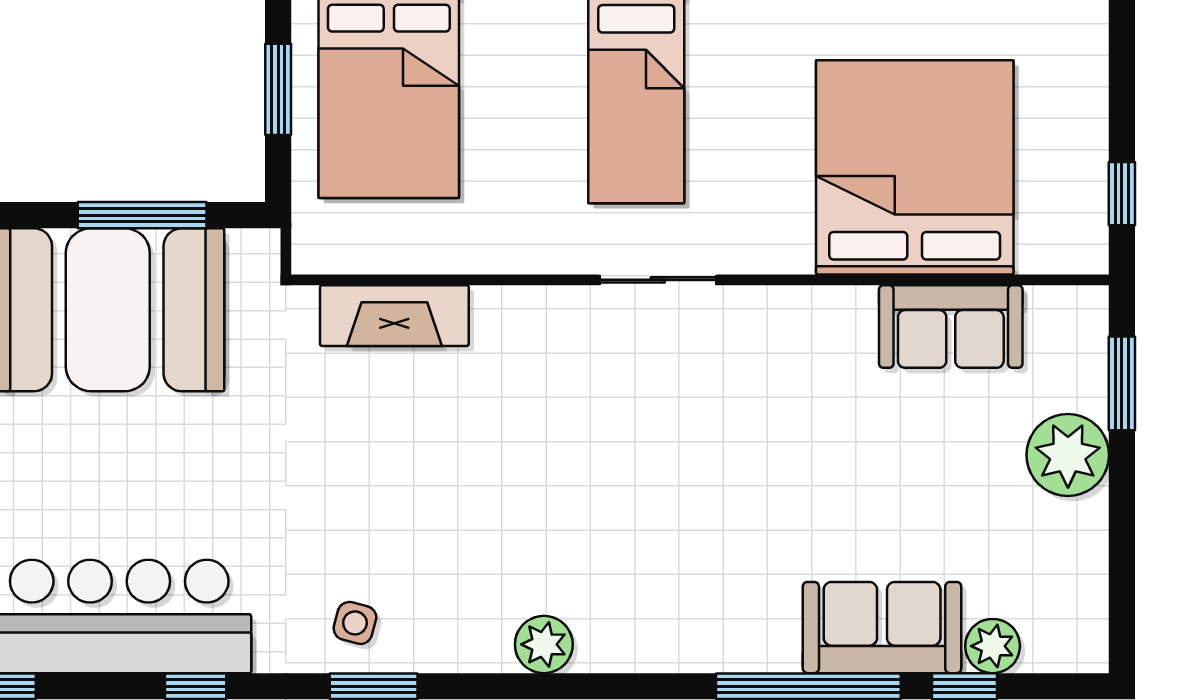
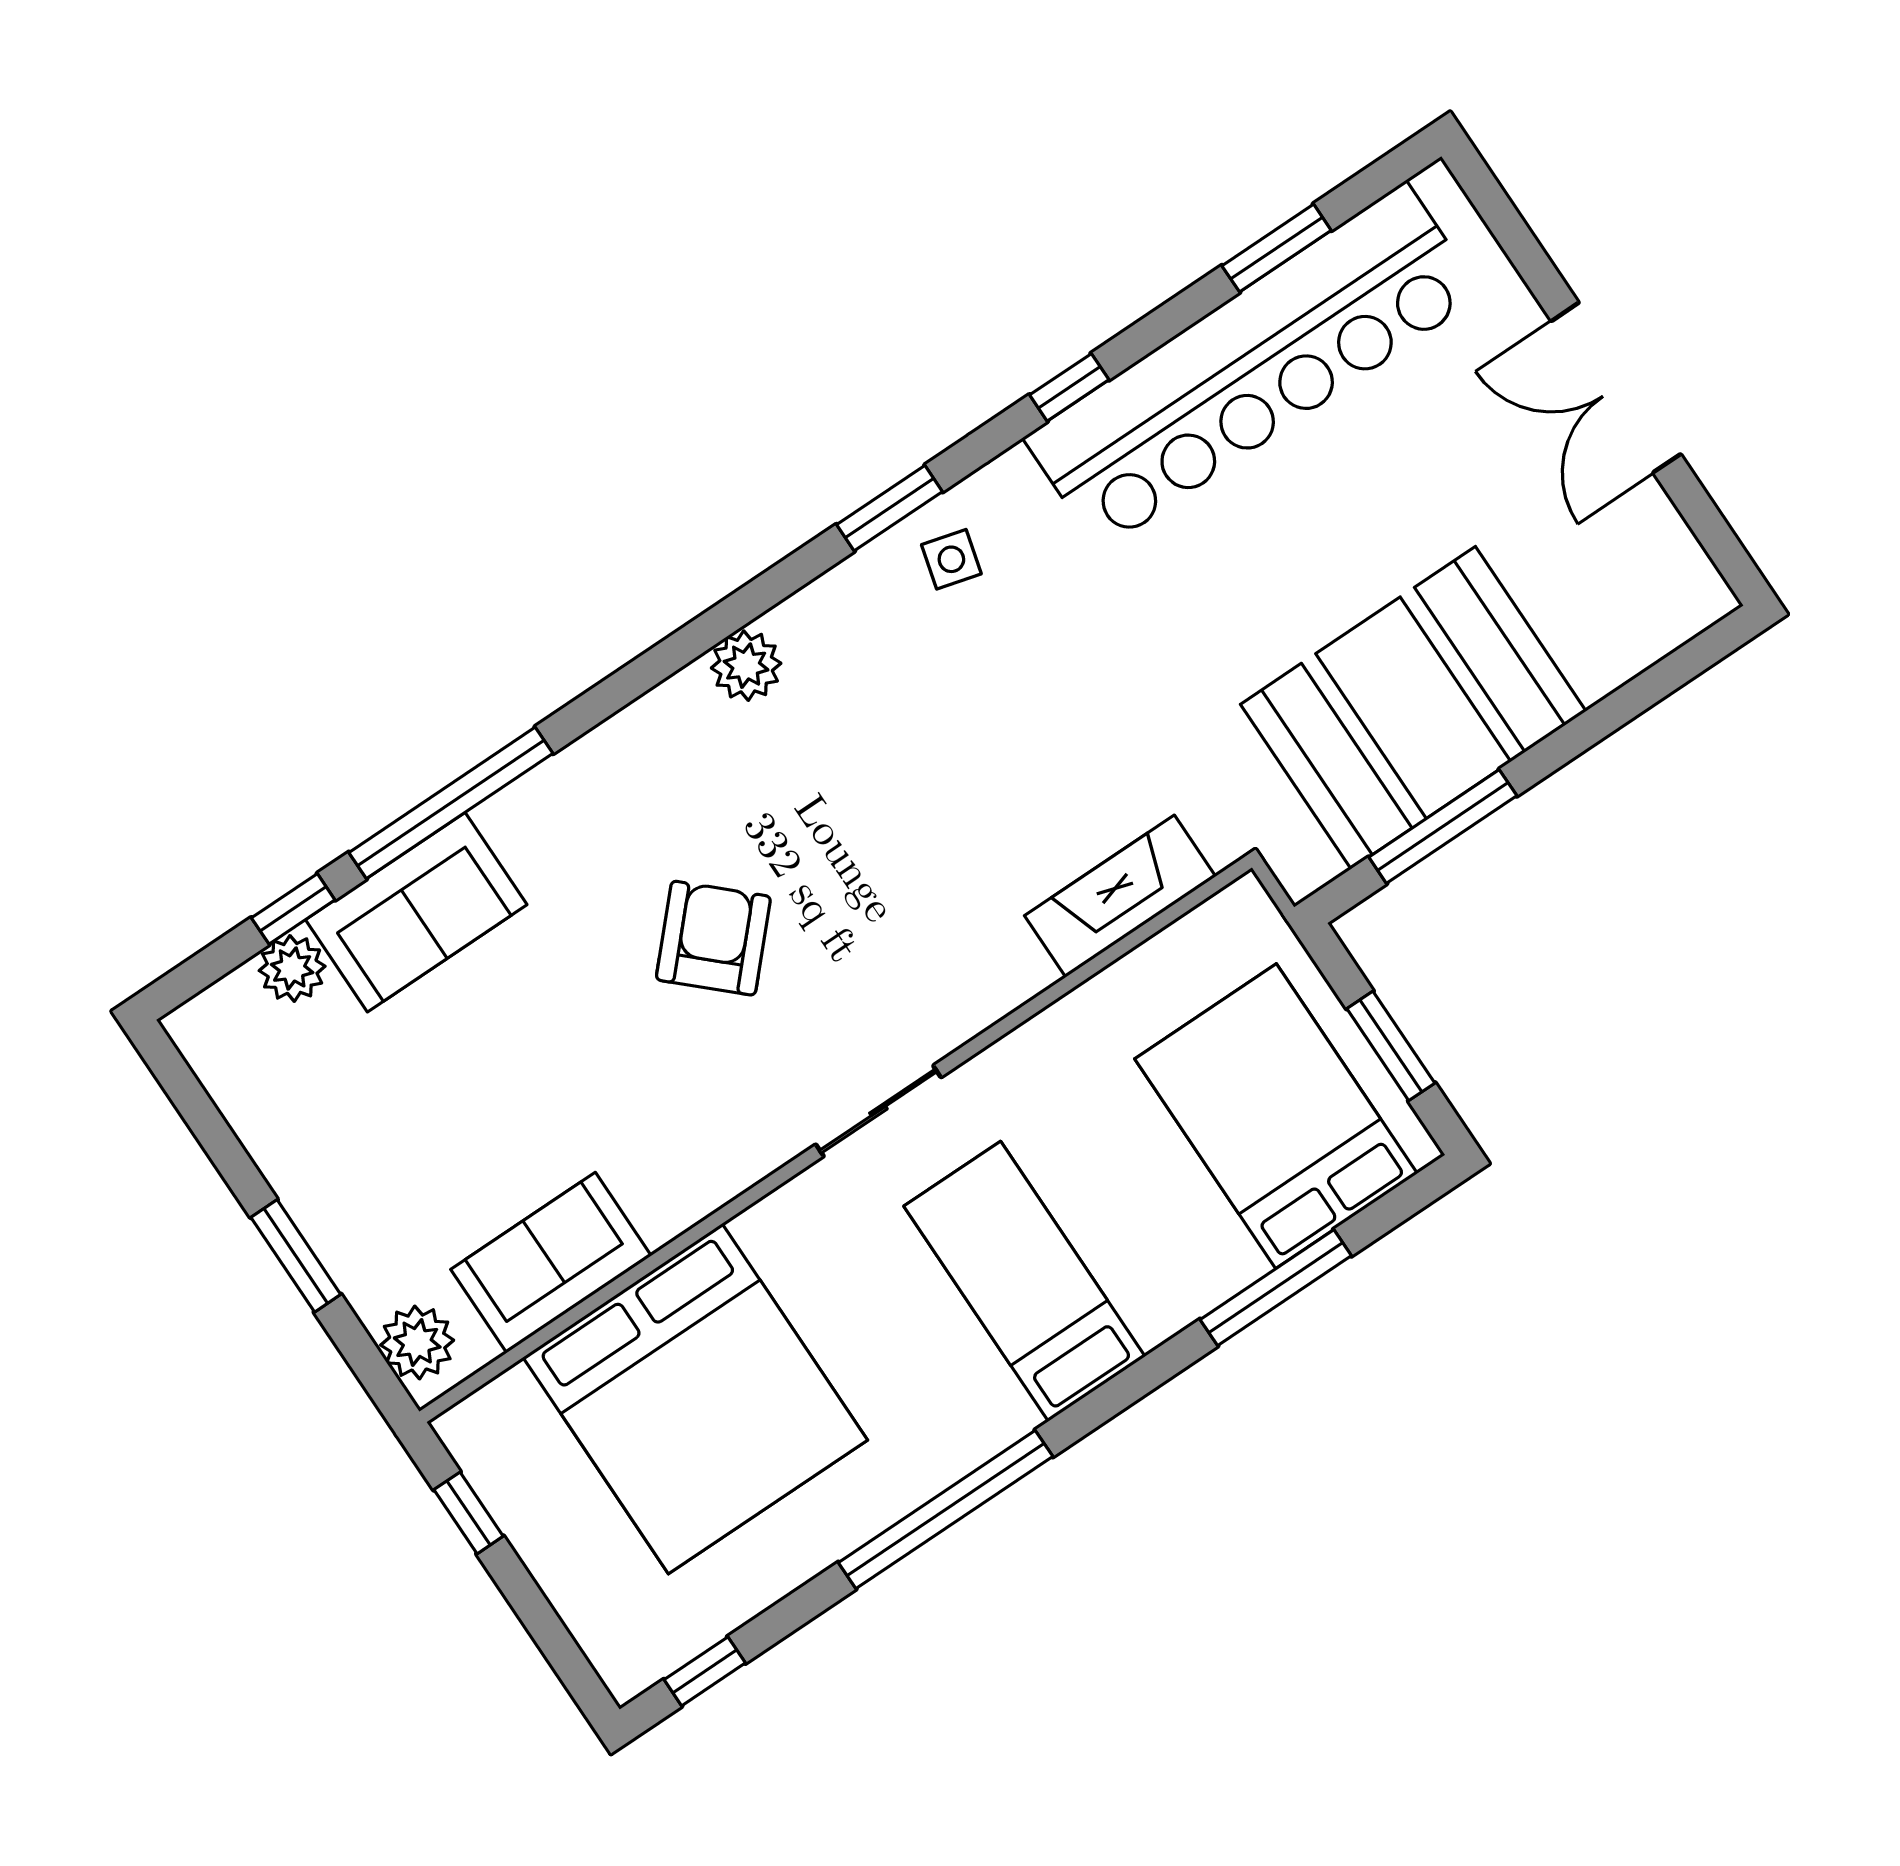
window: (1122, 383) -> (296, 1256), moved
plant: (1068, 455) -> (417, 1343), moved, width x0.73, depth x0.73
armchair: (691, 474) -> (713, 938), added

